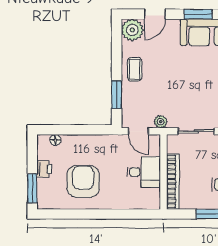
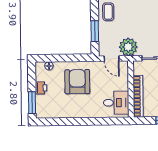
plant: (161, 122) -> (128, 47), width x1.88, depth x1.88
desk: (144, 172) -> (116, 103), moved
armchair: (83, 182) -> (77, 82), moved

